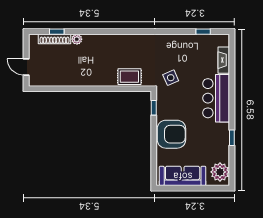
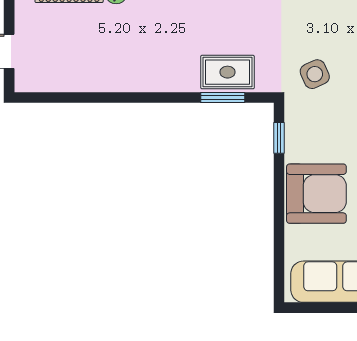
window: (127, 89) -> (223, 97), added

